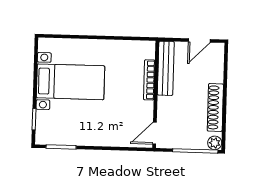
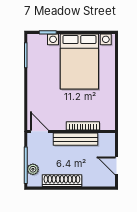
bench: (166, 68) -> (75, 139), moved
bed with nightstands: (71, 82) -> (79, 61), width x1.36
plant: (215, 143) -> (33, 169), moved

